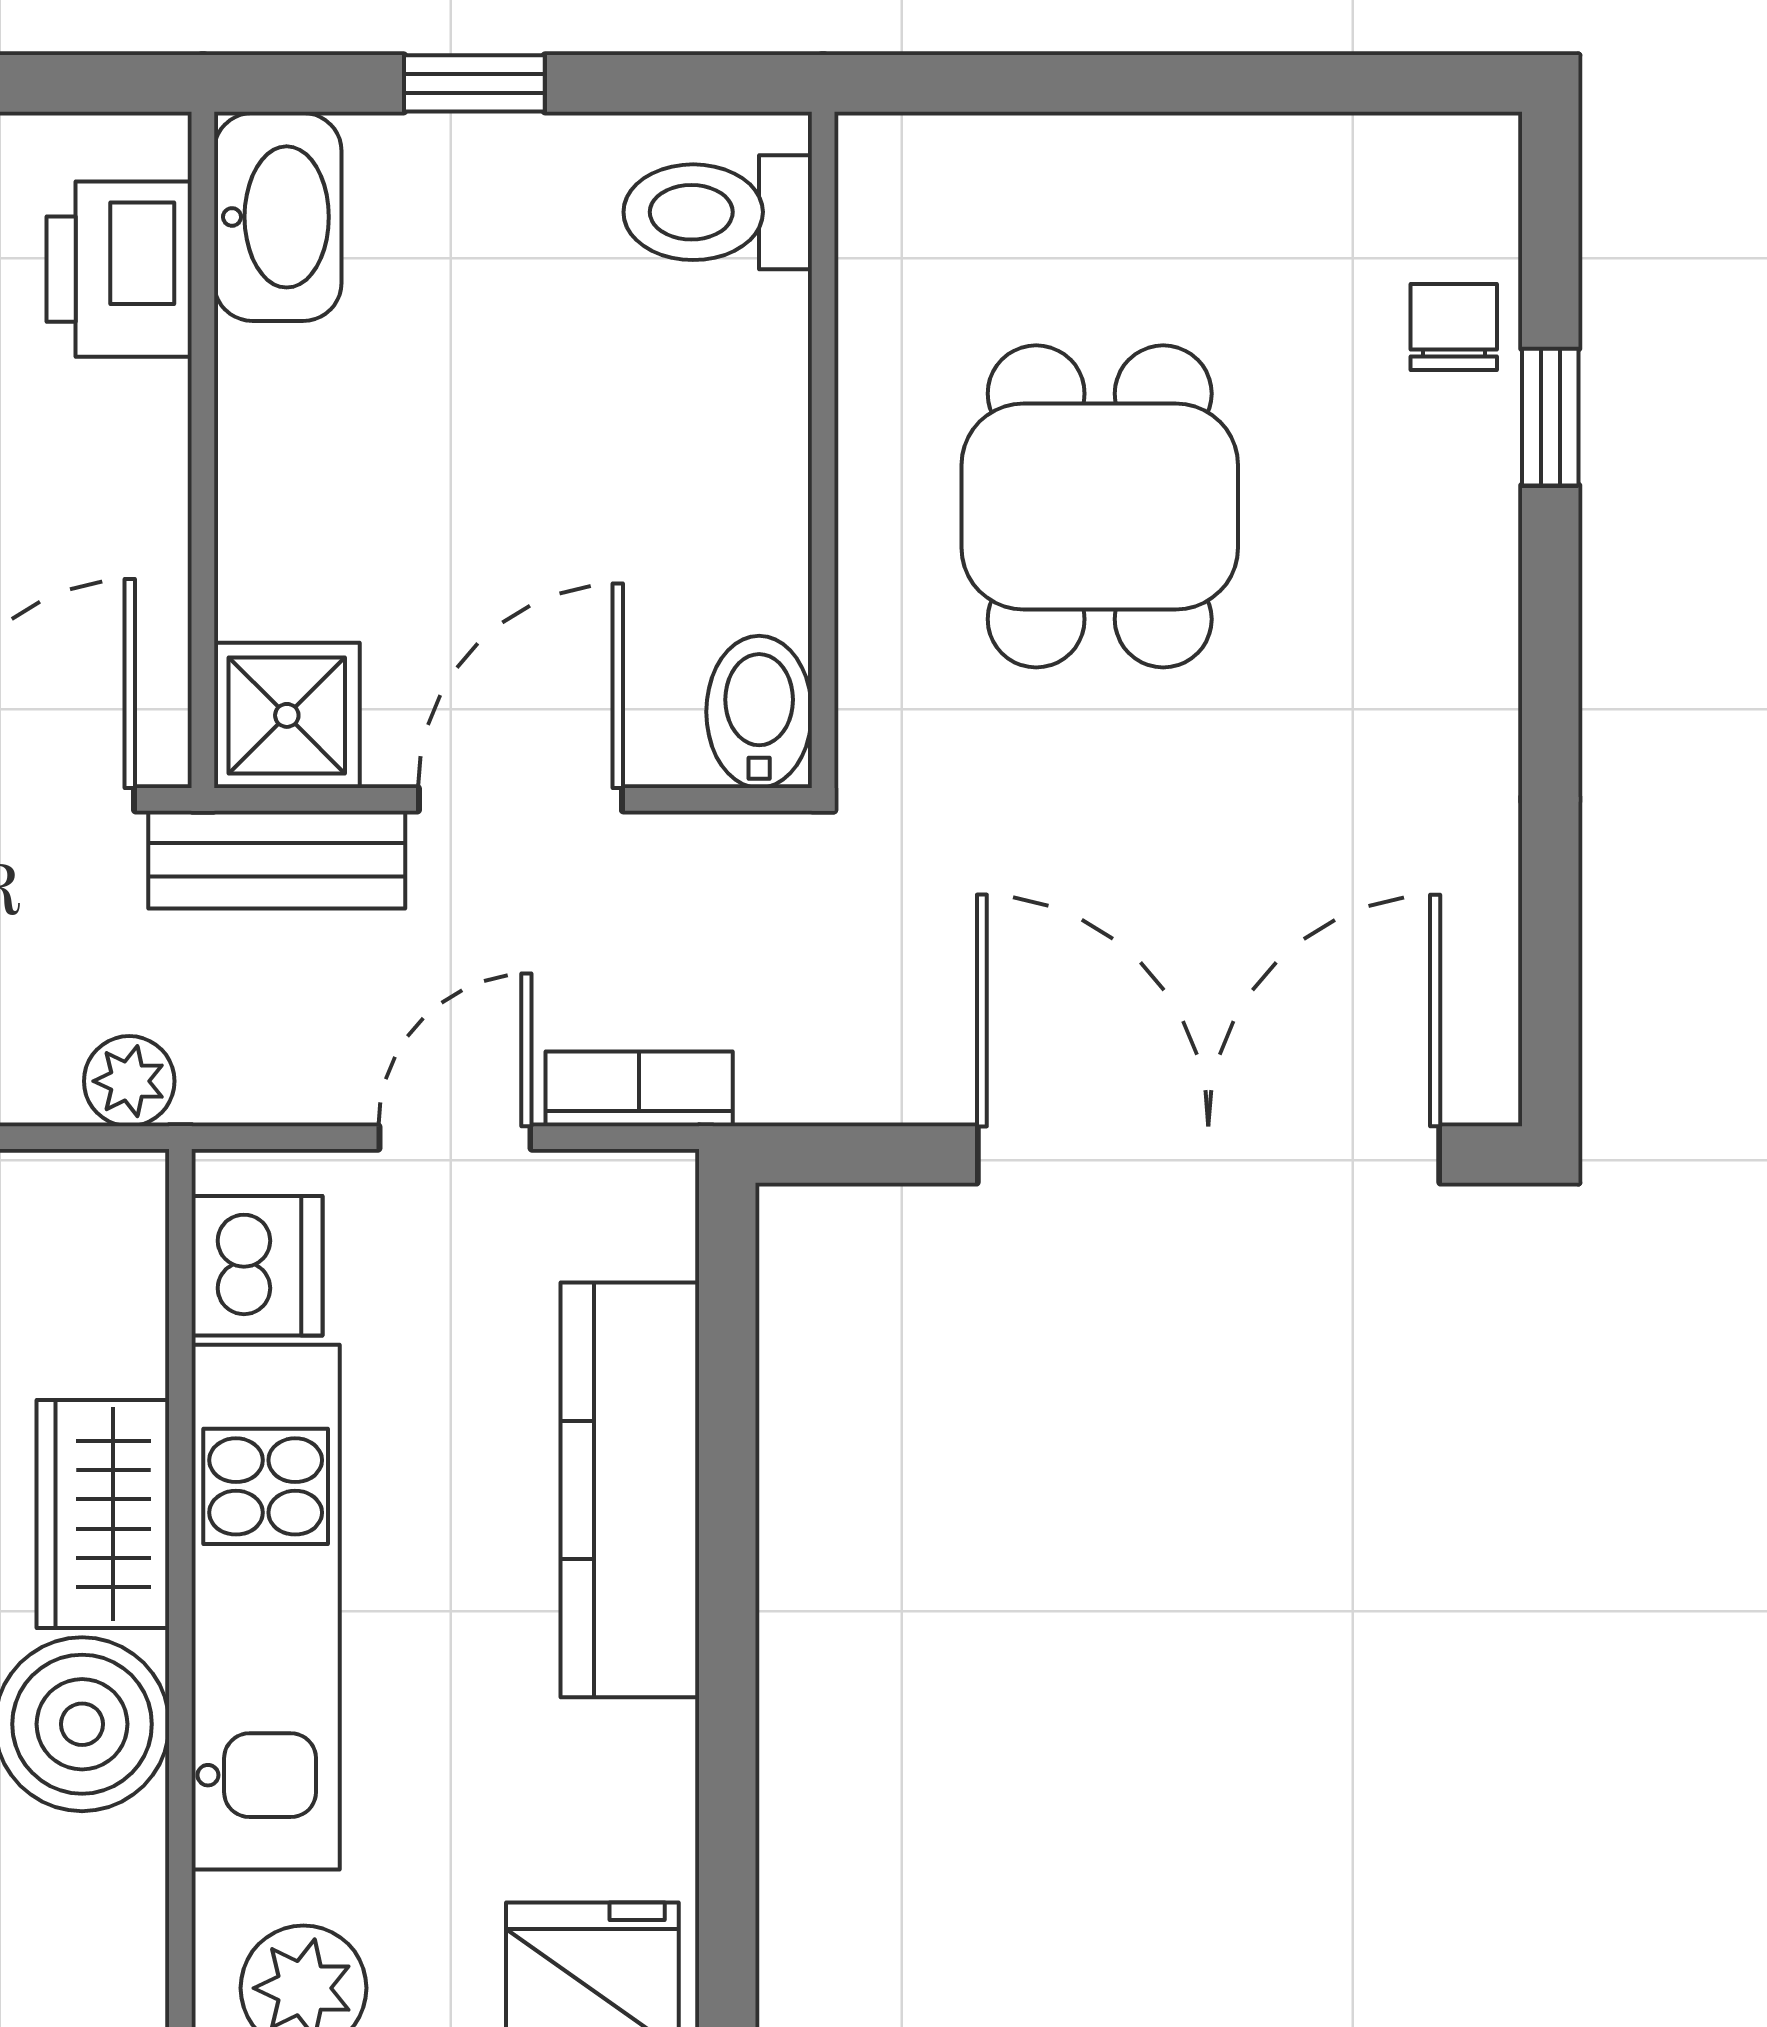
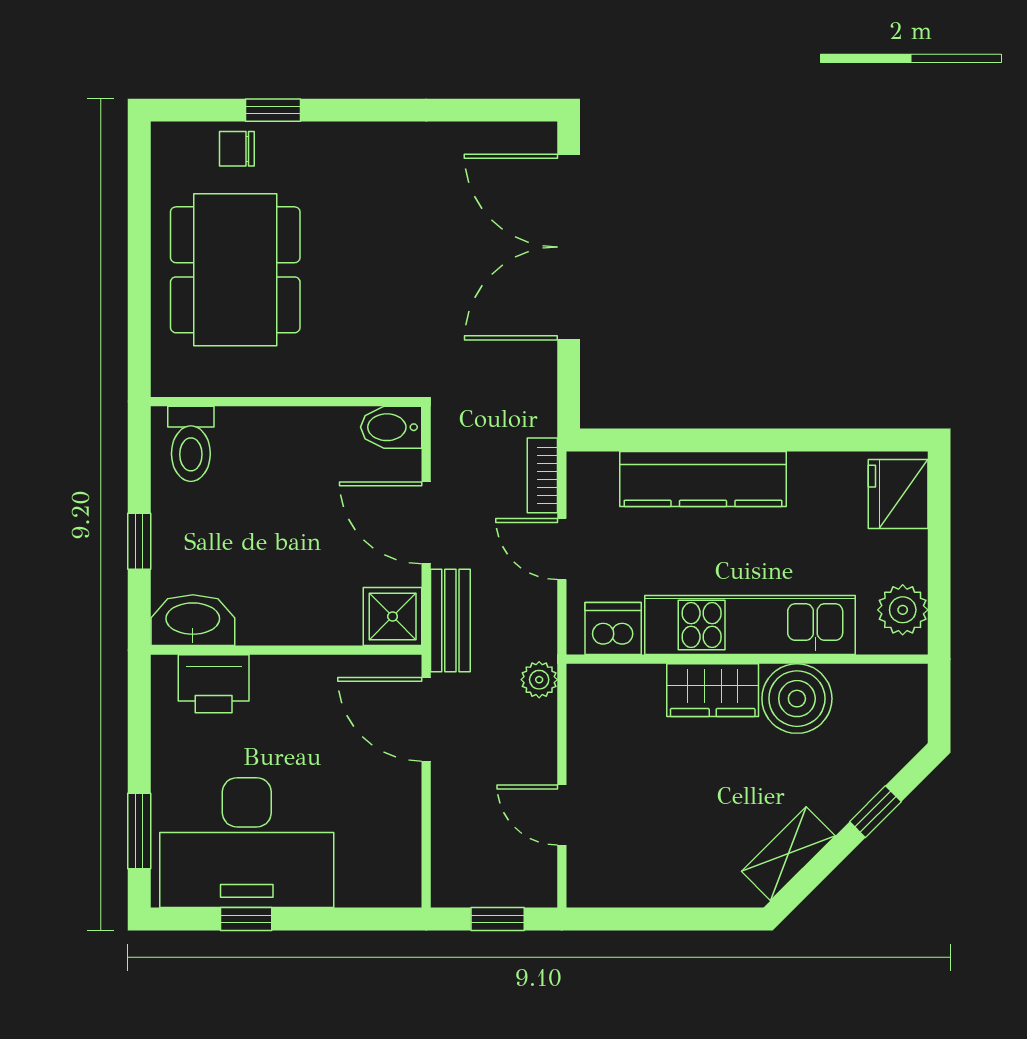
dining table: (1100, 506) -> (235, 270), moved, width x1.38

